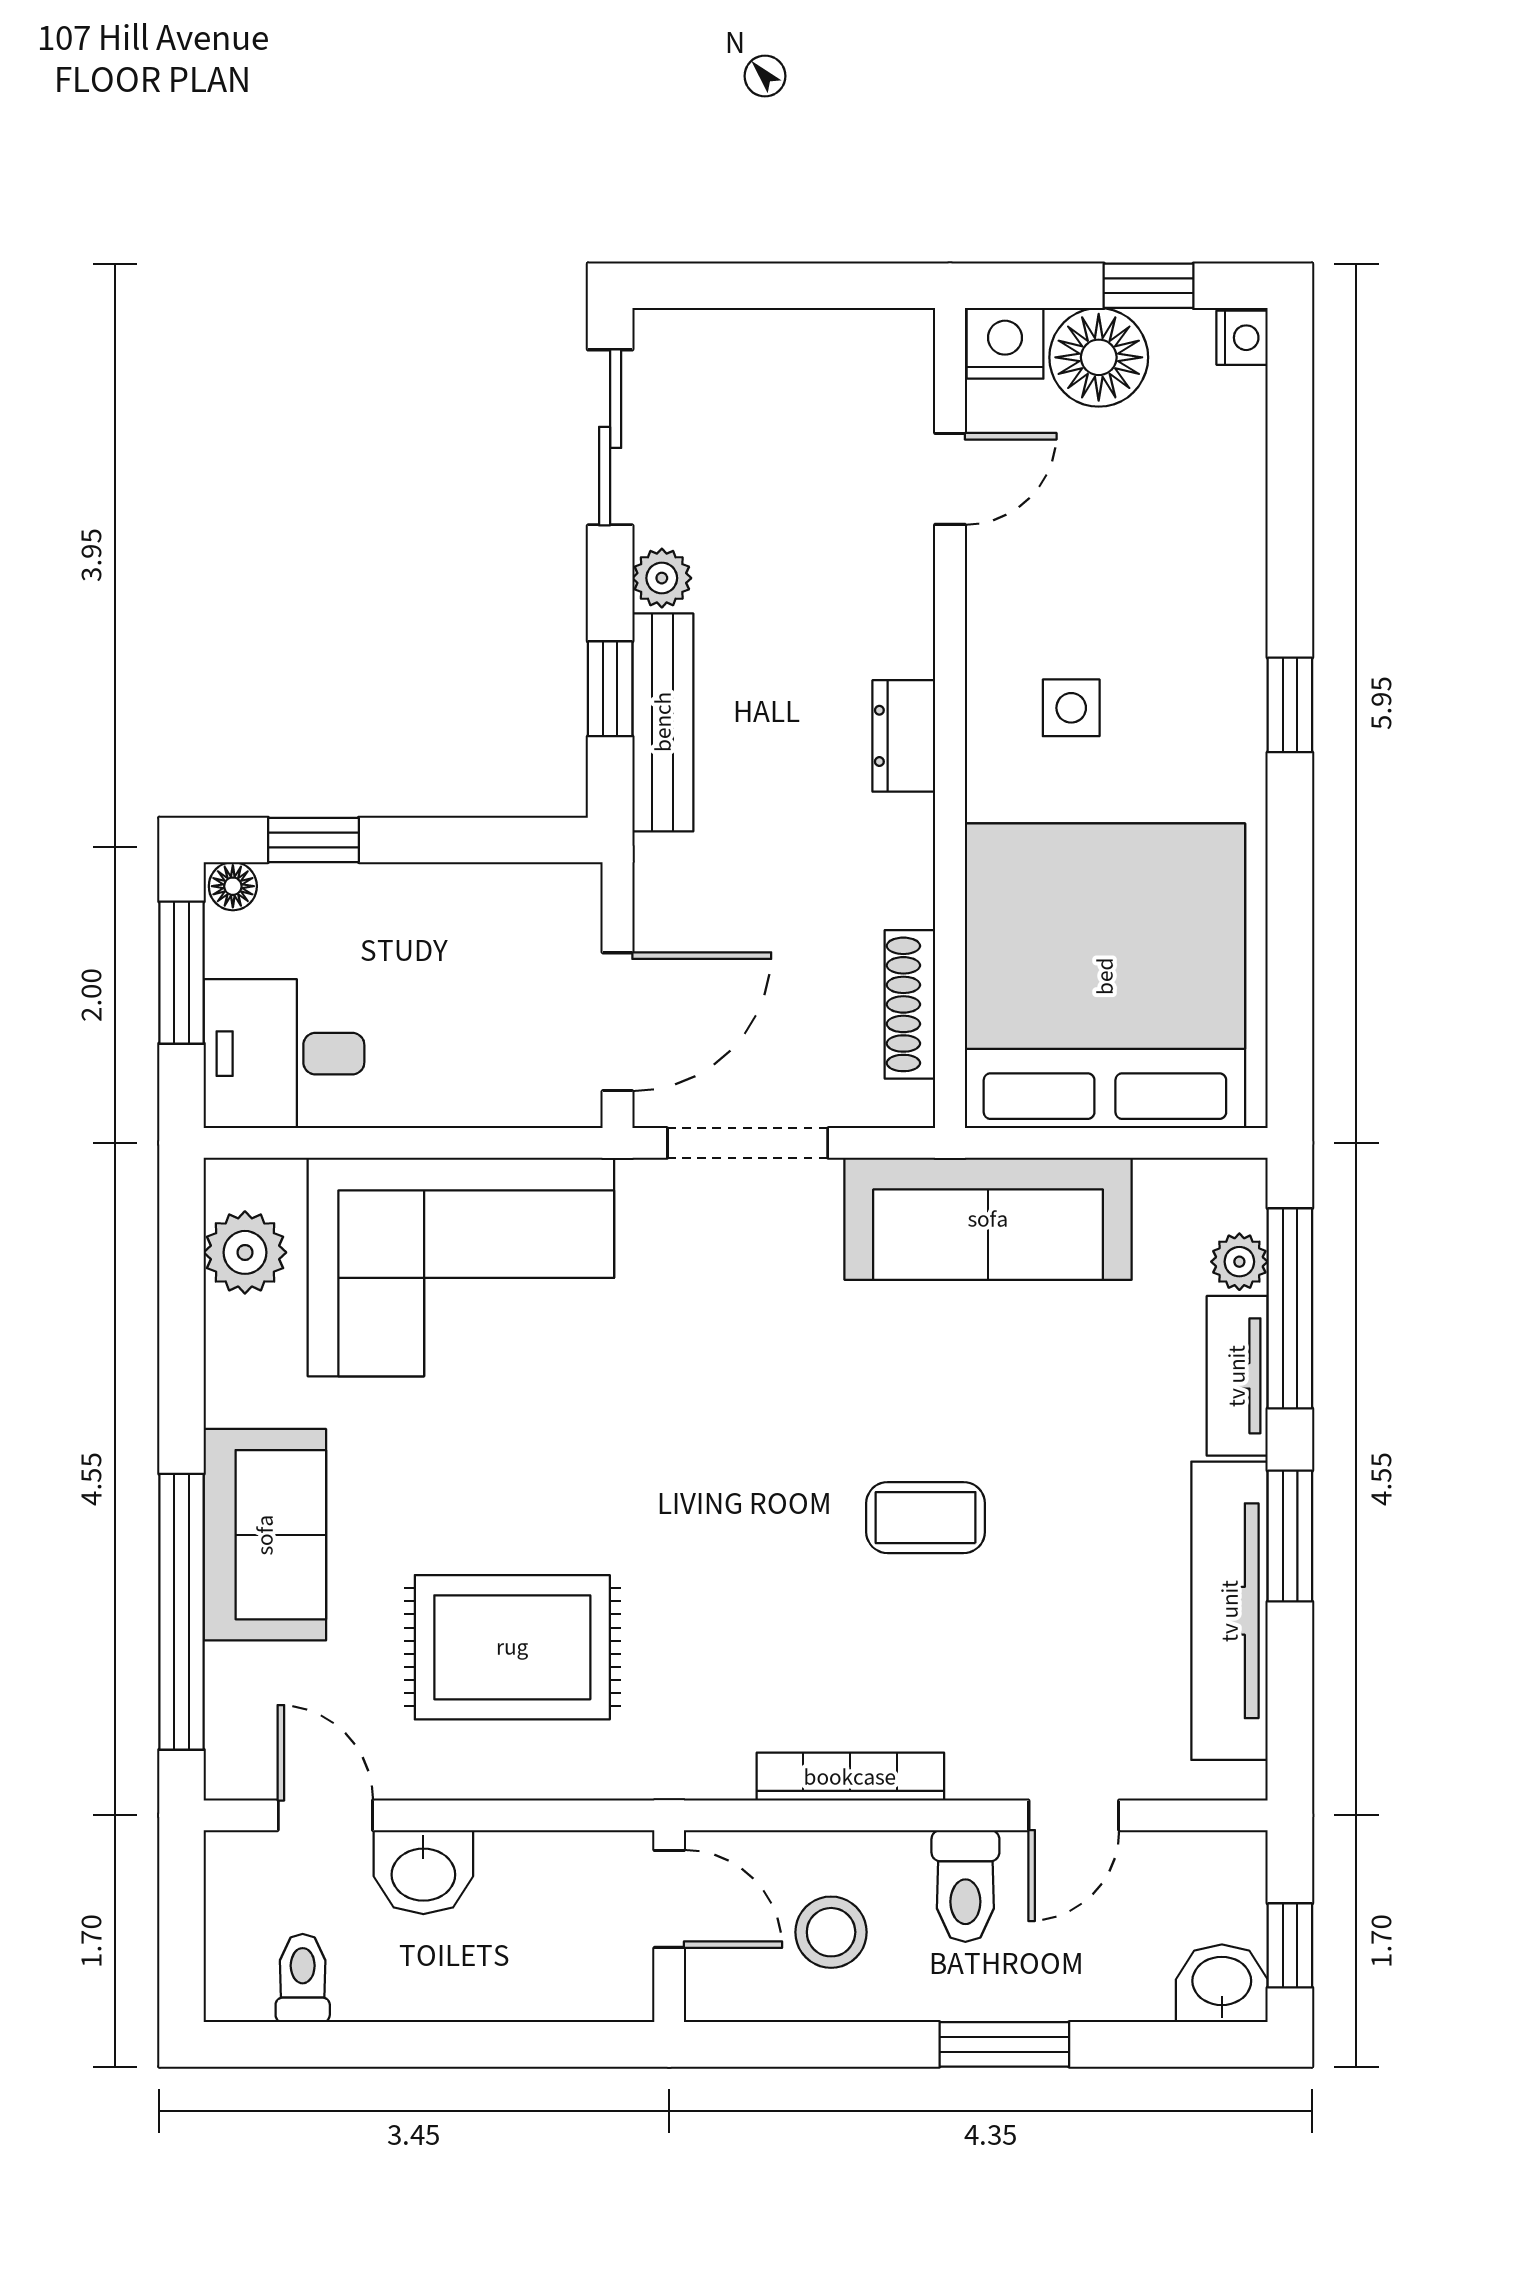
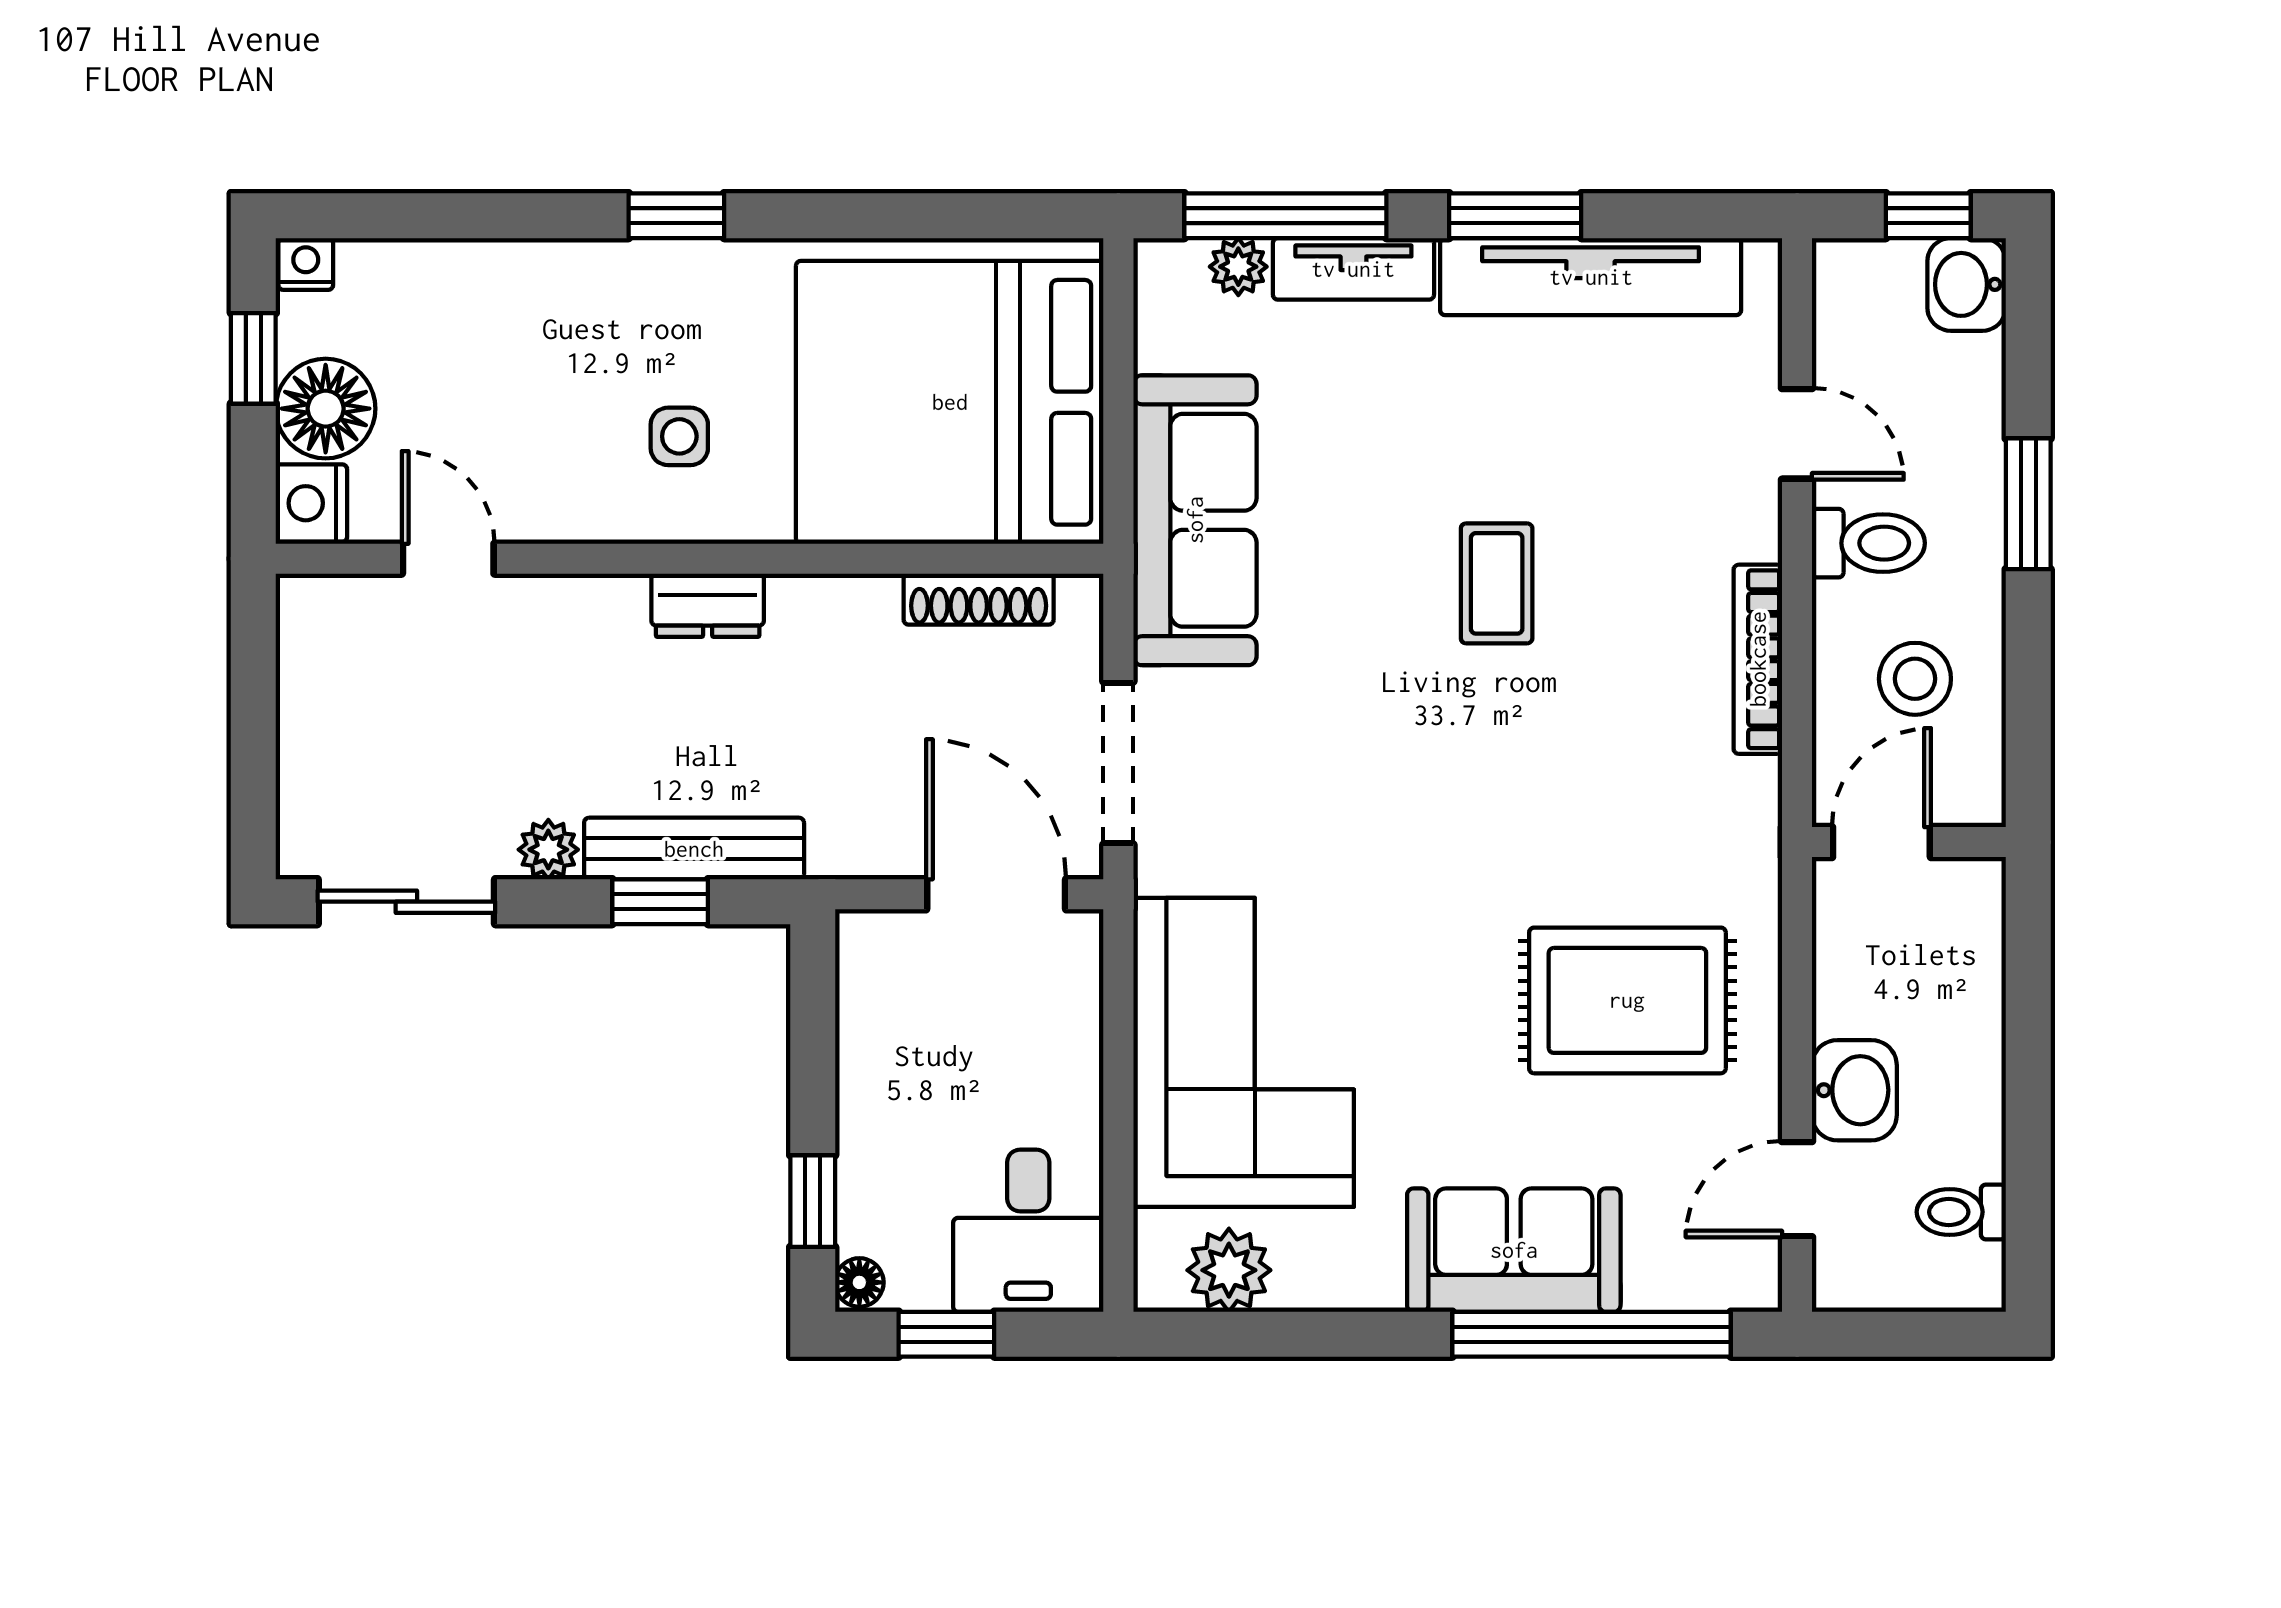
window: (182, 973) -> (946, 1334), width x0.67
rug: (512, 1647) -> (1627, 1000), turned 90

